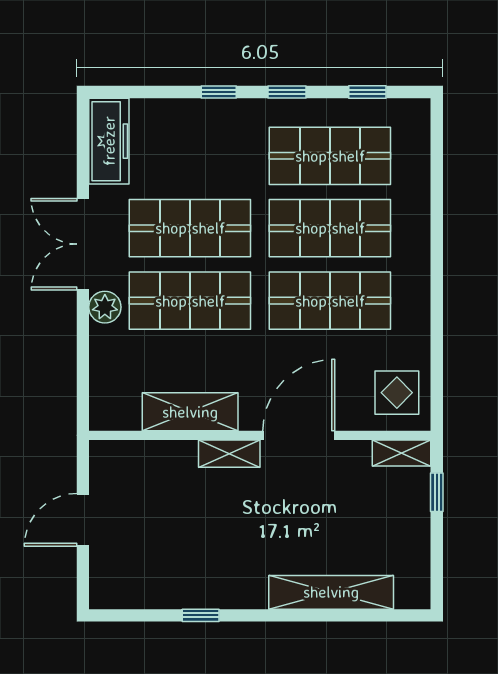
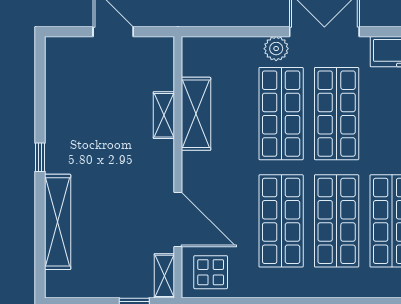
door: (299, 435) -> (178, 220), moved
shelving: (229, 454) -> (164, 115), moved
window: (201, 615) -> (40, 157), moved

